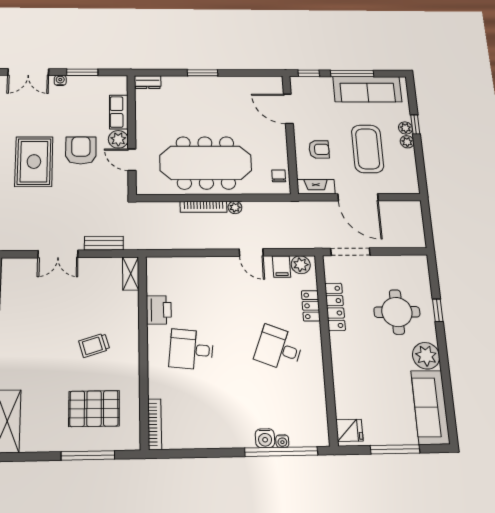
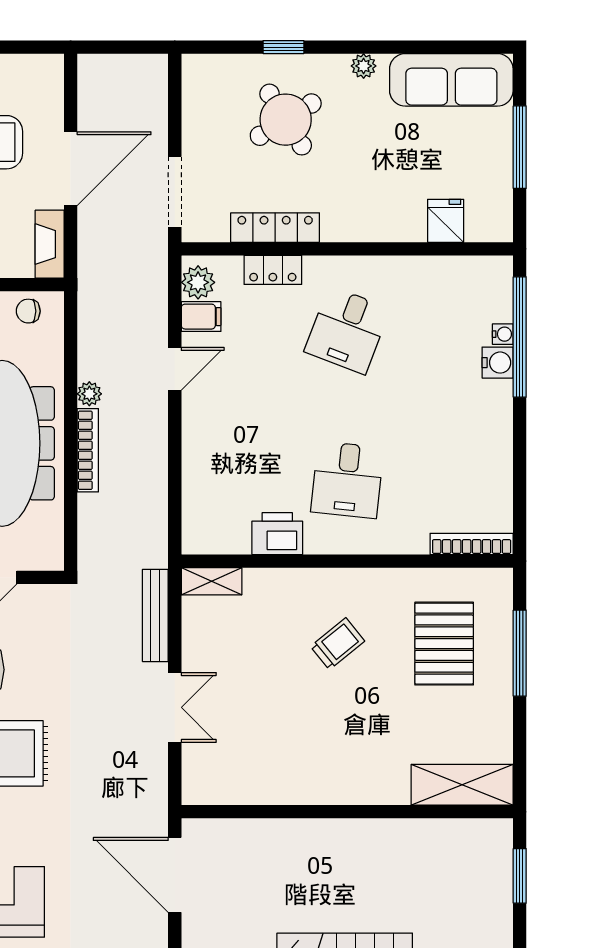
bench: (104, 243) -> (155, 615), width x1.36
round table: (397, 312) -> (286, 120), turned -32
trolley: (94, 345) -> (338, 644), turned -112
plant: (426, 356) -> (364, 66), width x0.53, depth x0.53
fridge: (349, 430) -> (446, 221), moved

